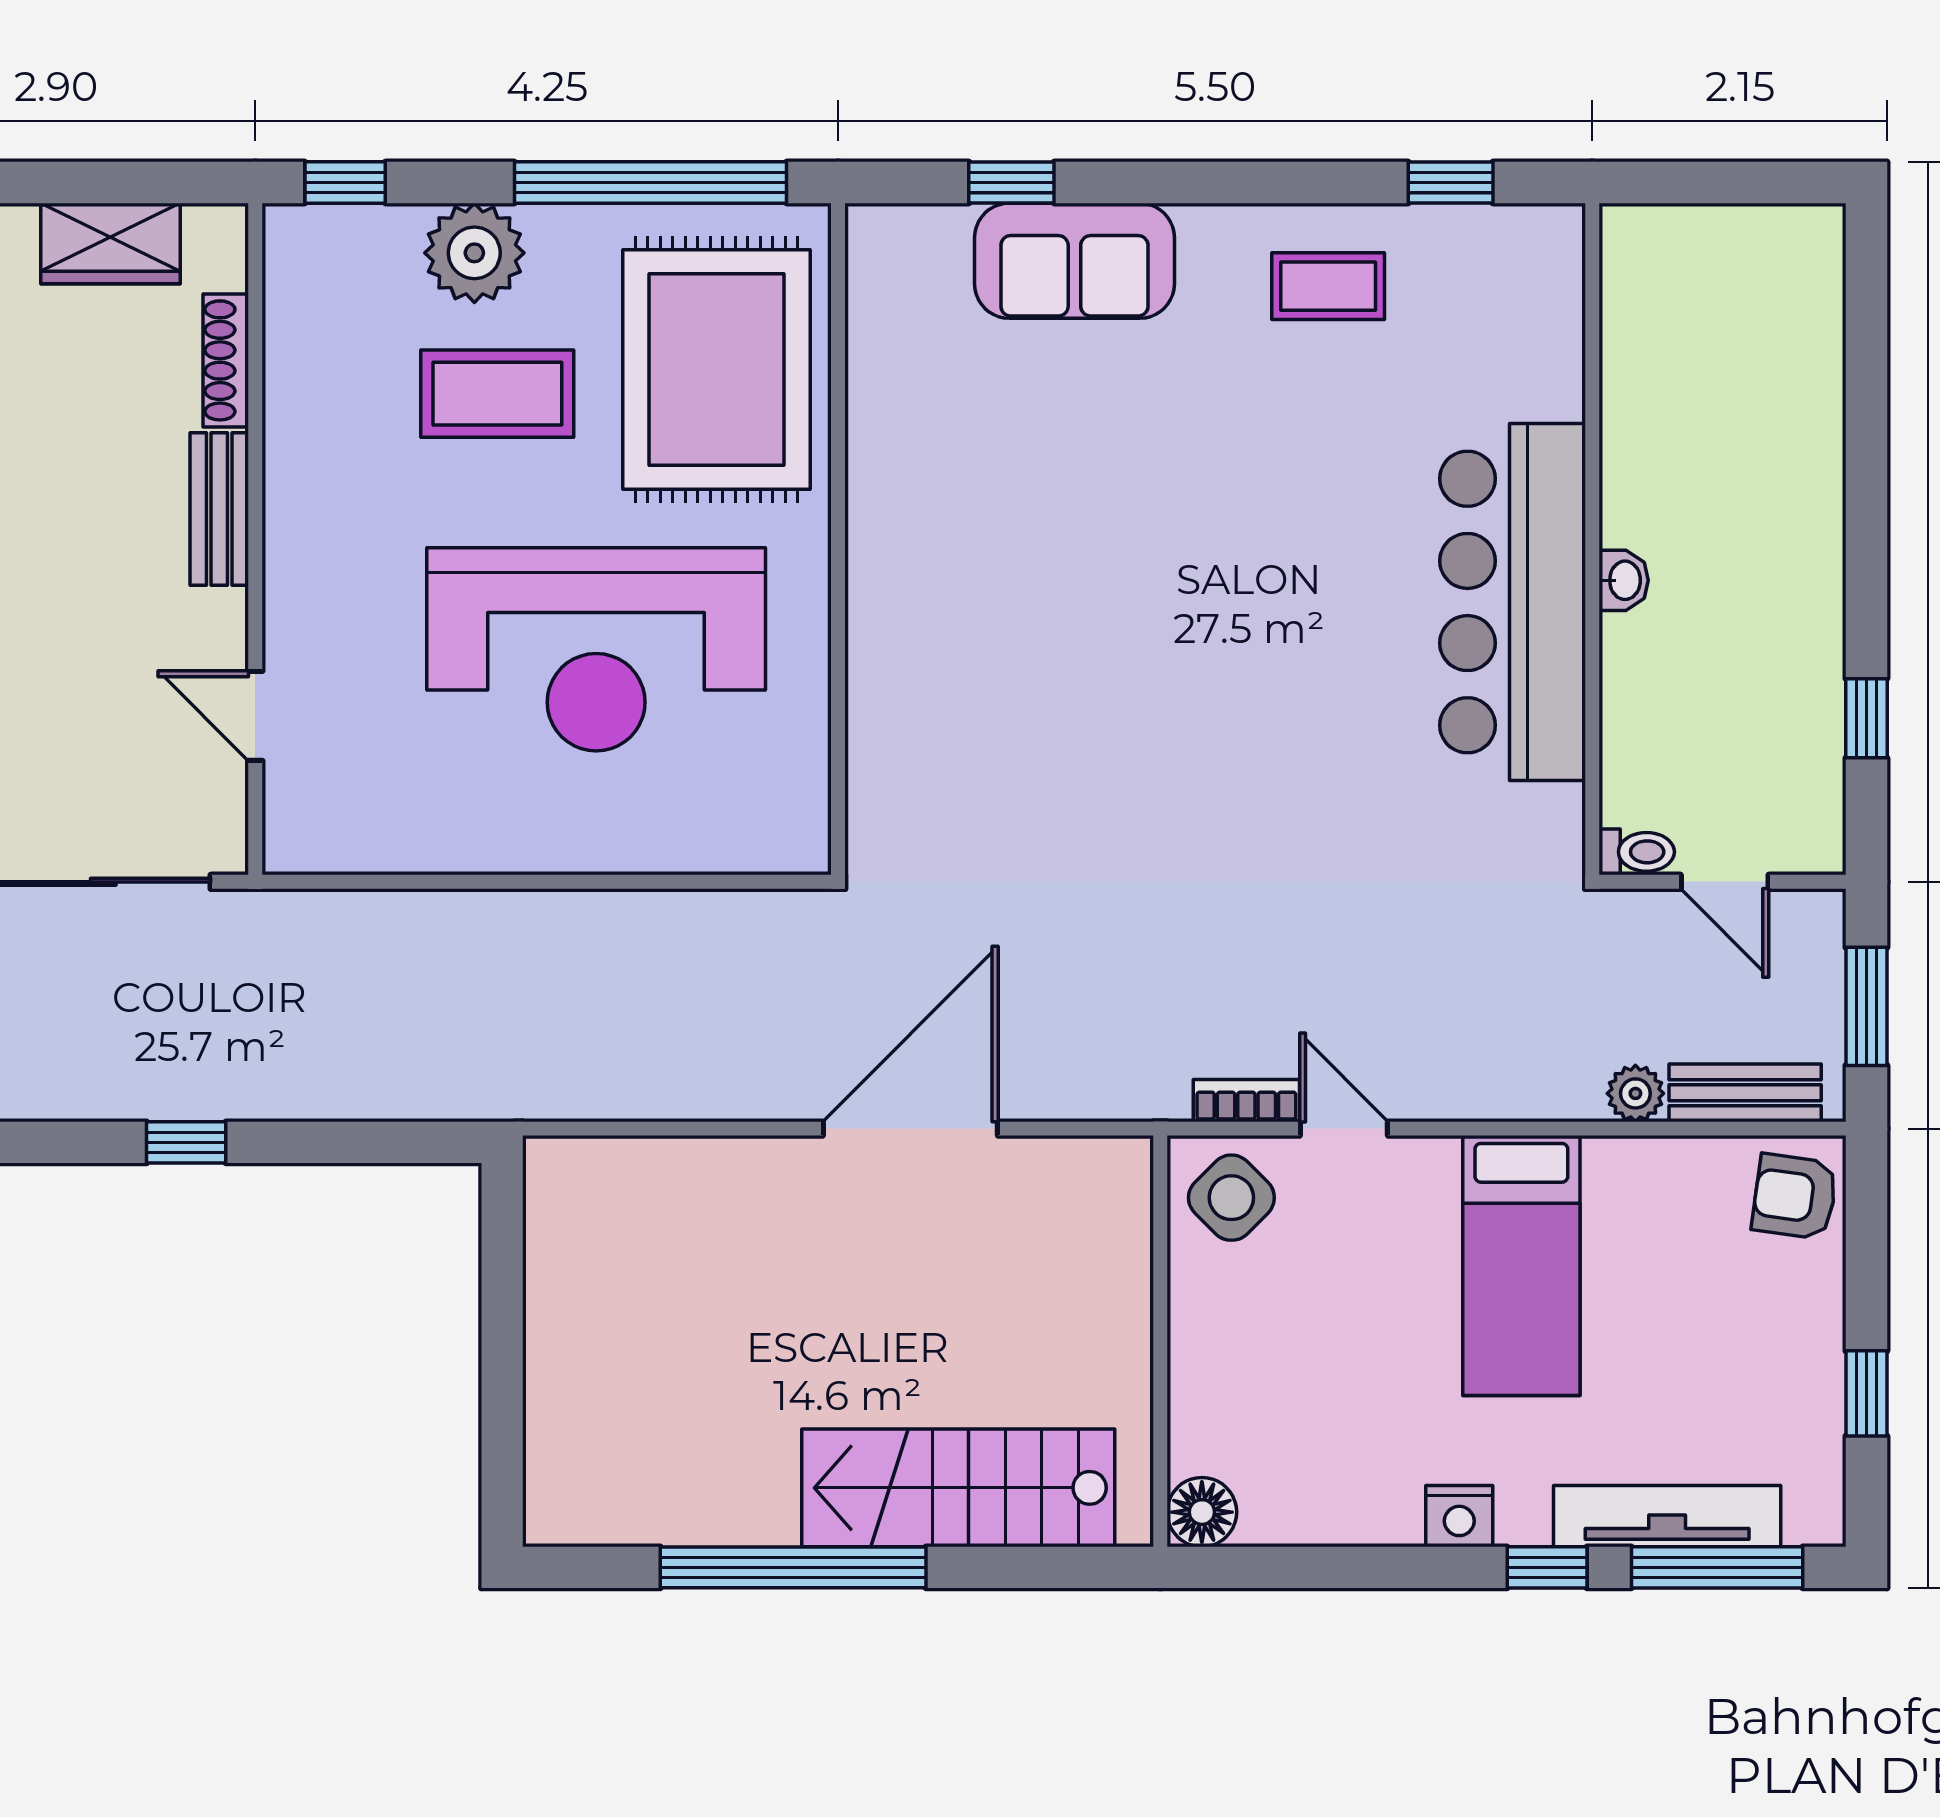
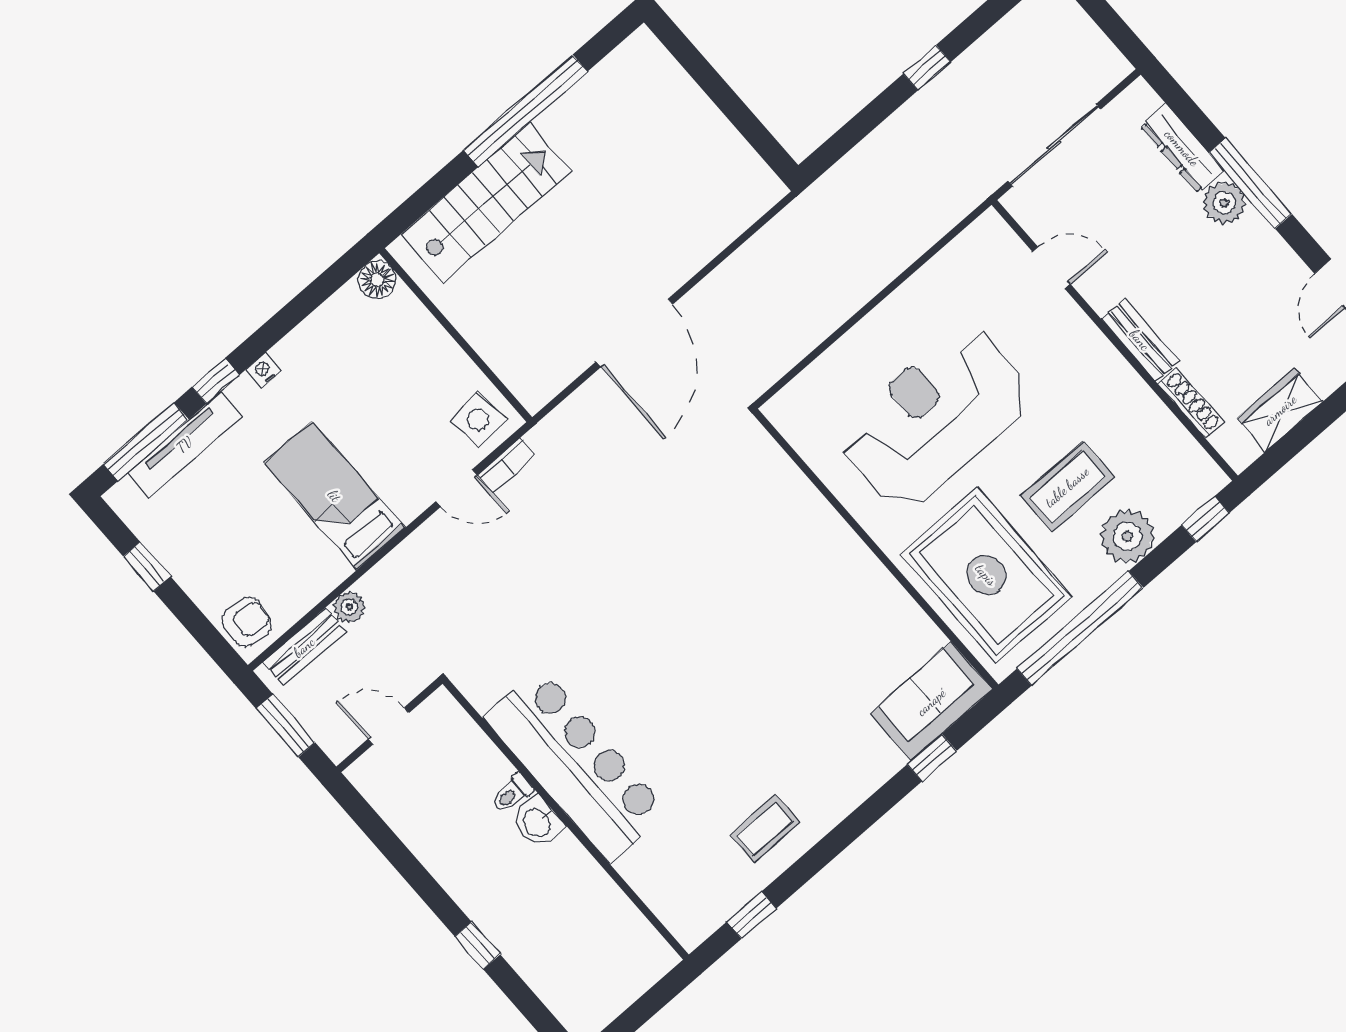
sofa: (1074, 261) -> (931, 702), moved
washbasin: (1624, 580) -> (538, 822), width x1.38, depth x1.45
window: (1866, 718) -> (477, 946), moved
toilet: (1637, 852) -> (512, 794), moved
side table: (1231, 1198) -> (478, 420), turned 38
nightstand: (1459, 1516) -> (264, 370), width x0.72, depth x0.74

